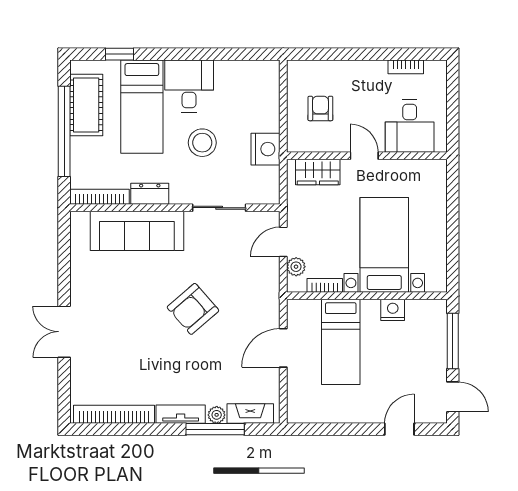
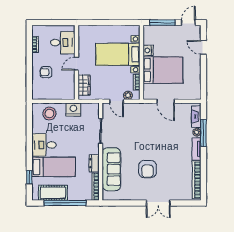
armchair: (320, 108) -> (46, 72), moved
stool: (202, 143) -> (49, 114), moved
armchair: (193, 309) -> (147, 169), moved, turned 41
bed: (341, 342) -> (163, 70), width x1.50

